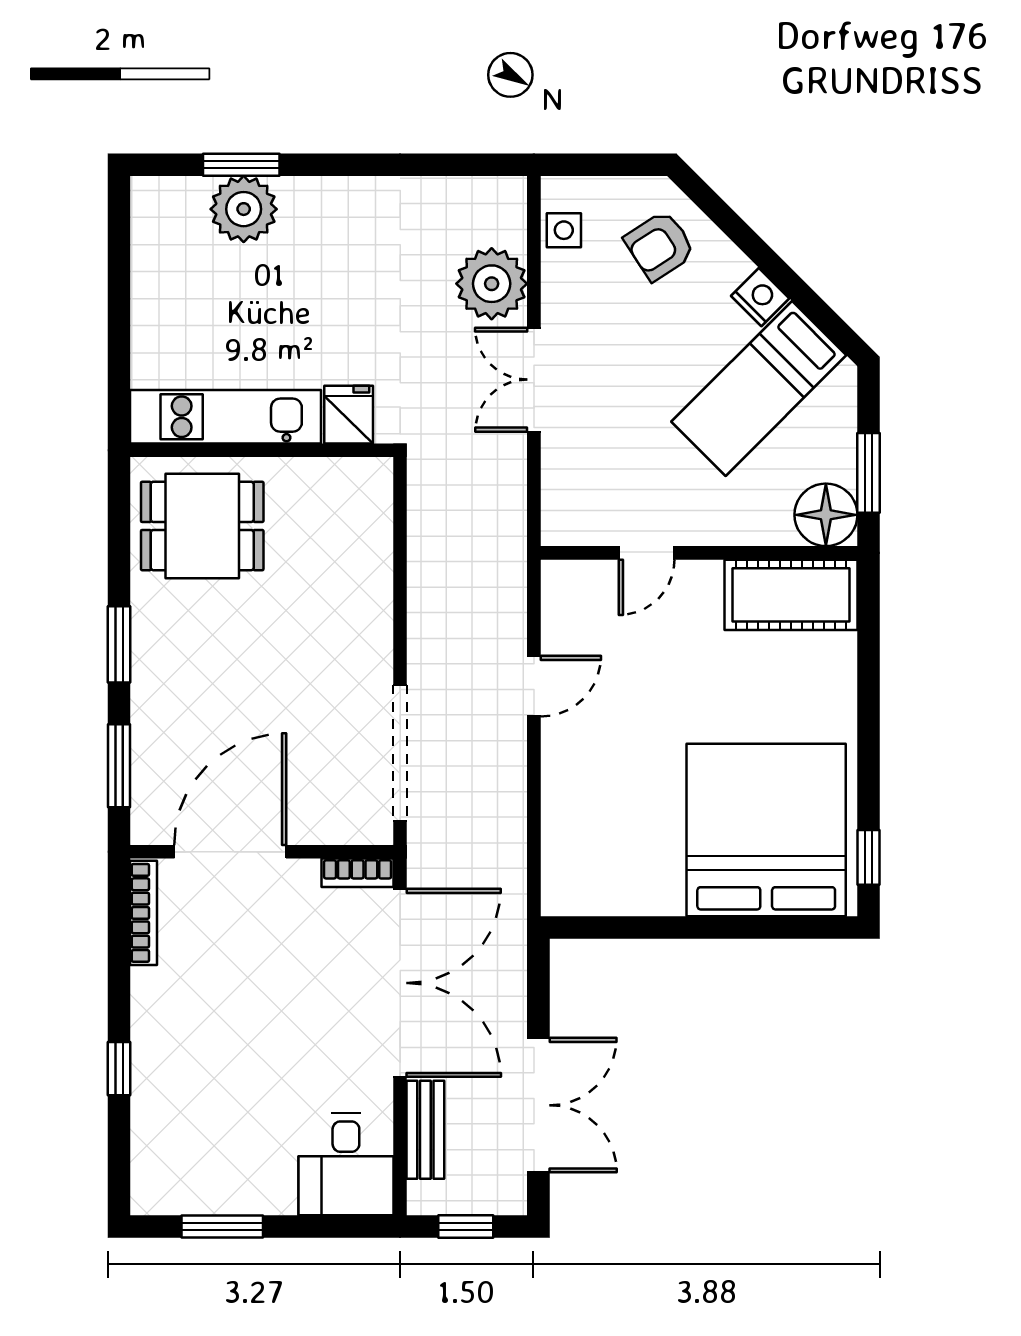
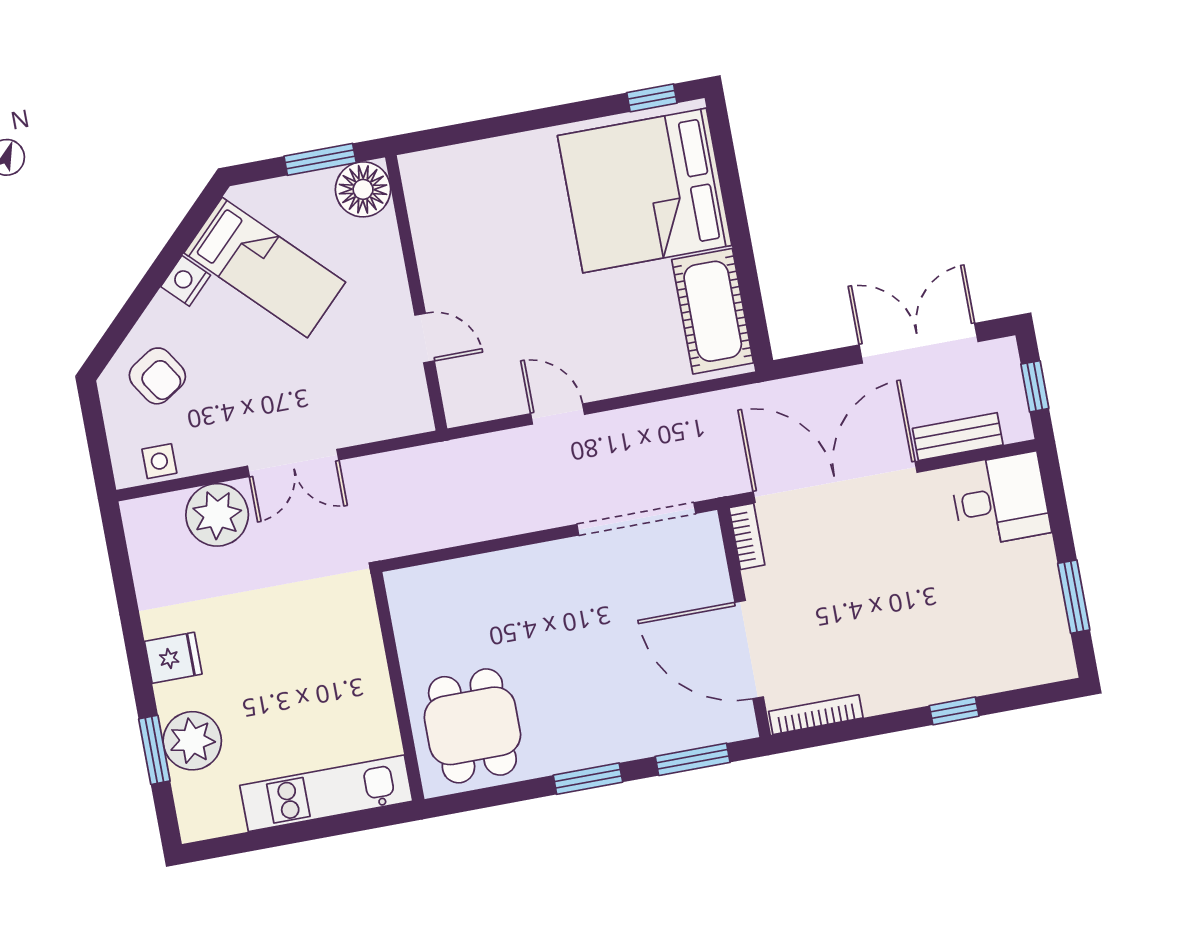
fridge: (349, 415) -> (173, 658), moved, turned 180
kitchen unit: (225, 417) -> (326, 793), moved, turned 90
cot: (791, 595) -> (713, 311), moved

